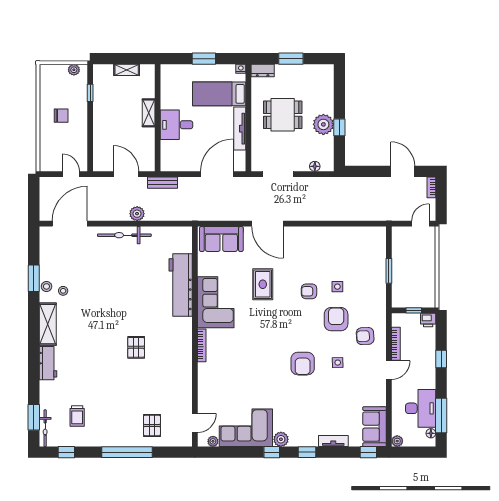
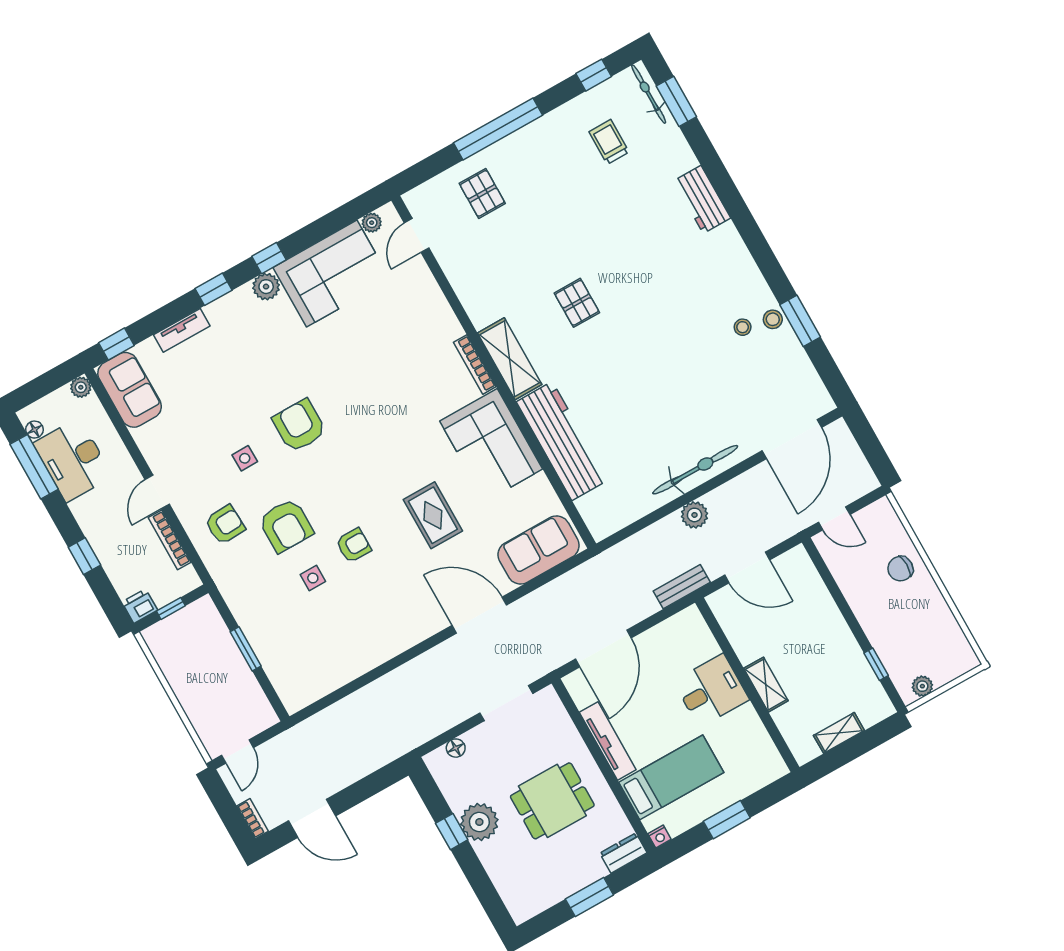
chair: (61, 116) -> (900, 569), moved
shelving: (48, 324) -> (510, 359), moved

